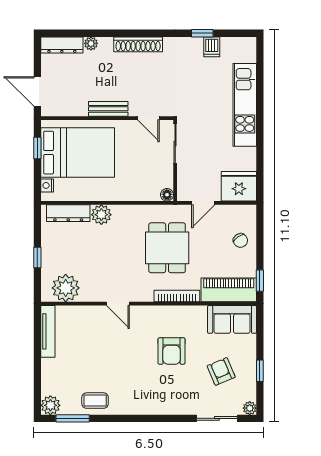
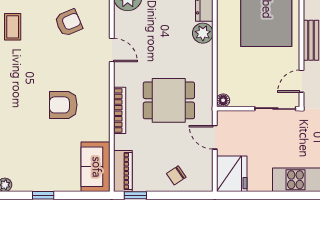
piano: (229, 290) -> (123, 171), width x0.73, depth x0.75
door: (118, 304) -> (112, 50), swing flipped
armchair: (221, 371) -> (69, 23), moved

